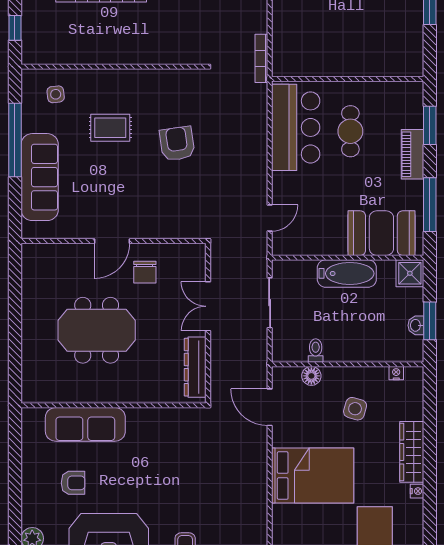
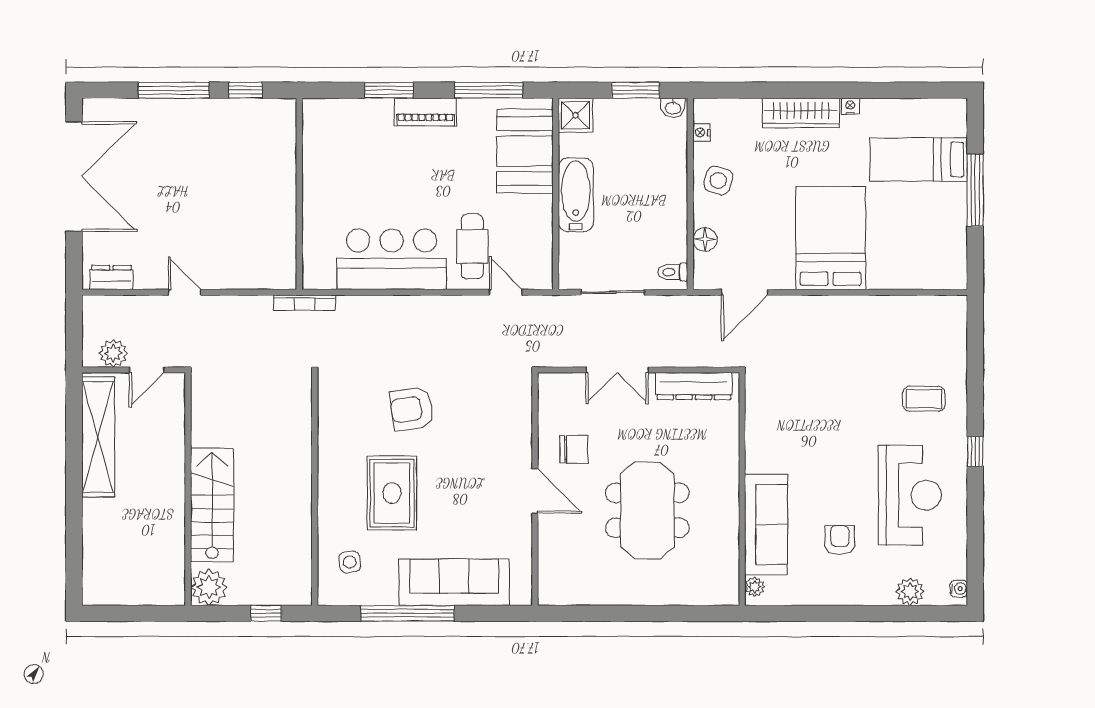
wall: (348, 79) -> (299, 194), moved
rug: (110, 128) -> (392, 493), width x1.36, depth x1.43
cafe table: (350, 131) -> (472, 247), moved, turned 90
washbasin: (416, 325) -> (673, 108), moved
toilet: (316, 350) -> (673, 272), moved
side table: (355, 409) -> (718, 180), moved
plant: (36, 415) -> (755, 587), added

